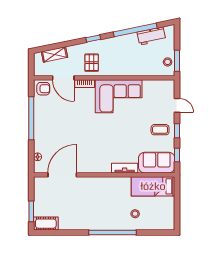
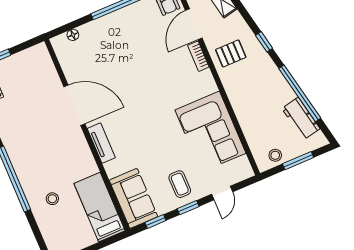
window: (177, 61) -> (298, 161), moved
corner sofa: (119, 96) -> (210, 132), moved
tv unit: (125, 168) -> (101, 143), moved
door: (62, 175) -> (74, 105), moved

